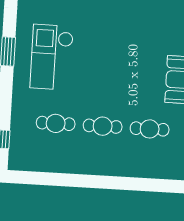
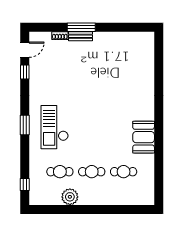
plant: (68, 161) -> (70, 197), added

